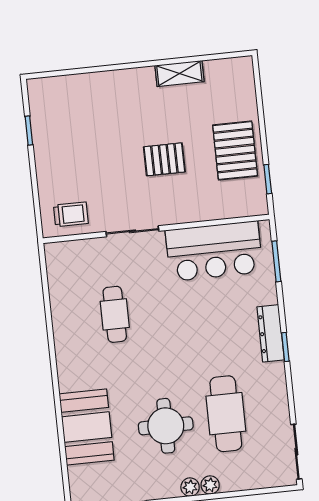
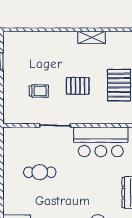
trolley: (71, 214) -> (39, 91), moved
cafe table: (115, 314) -> (40, 172), turned 90

